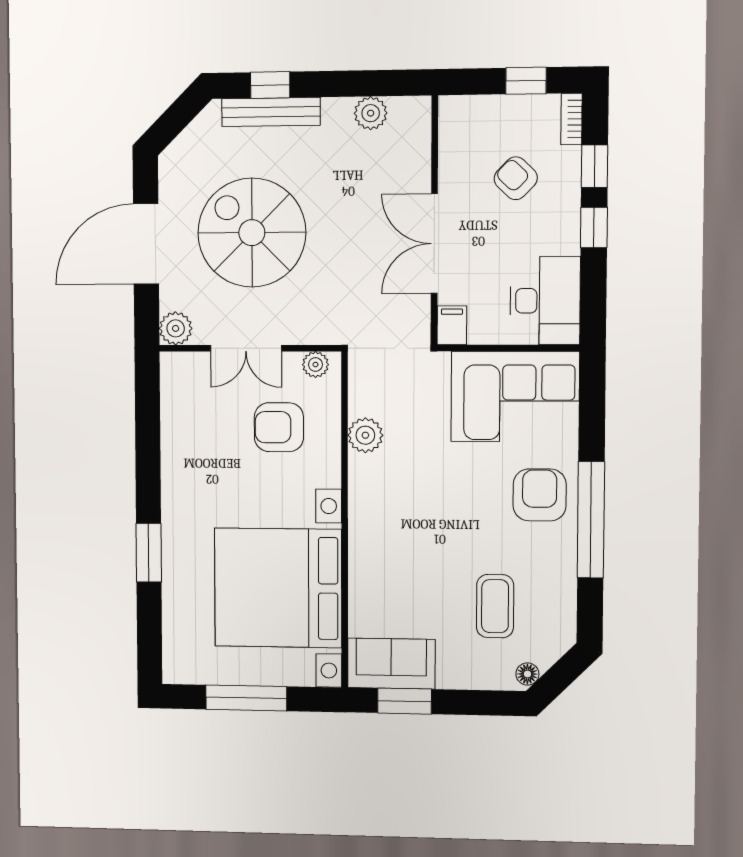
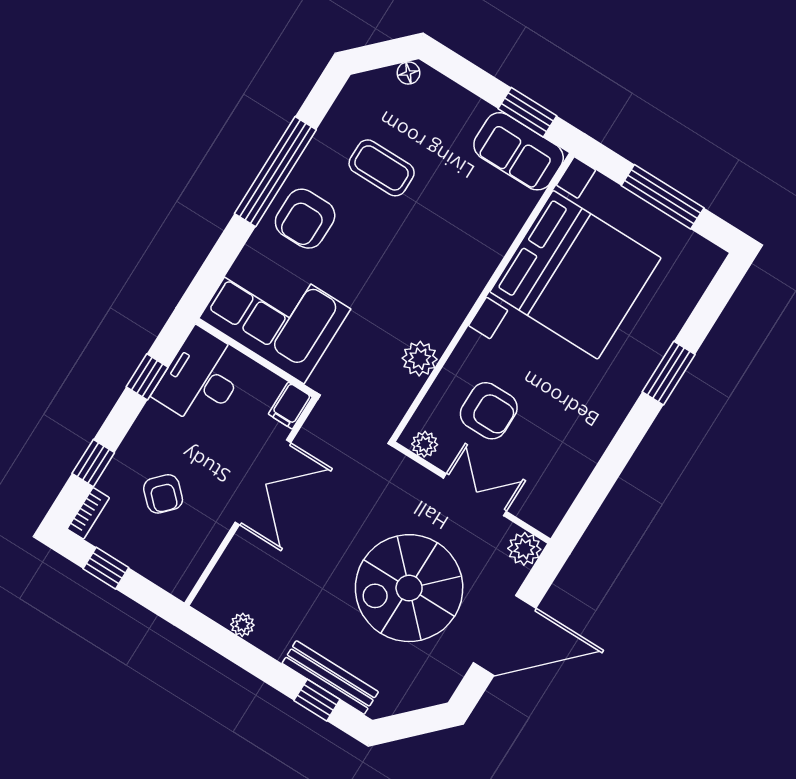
plant: (371, 113) -> (242, 625), width x0.73, depth x0.73
window: (594, 227) -> (147, 377), moved
spiral stairs: (252, 233) -> (409, 588), turned 90
coffee table: (495, 606) -> (382, 168), moved, turned 90

